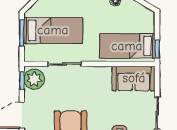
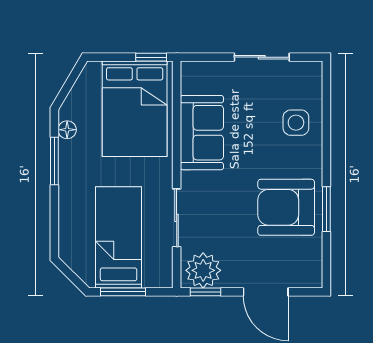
bed: (127, 46) -> (135, 109), width x1.50
sofa: (134, 78) -> (202, 133), moved

